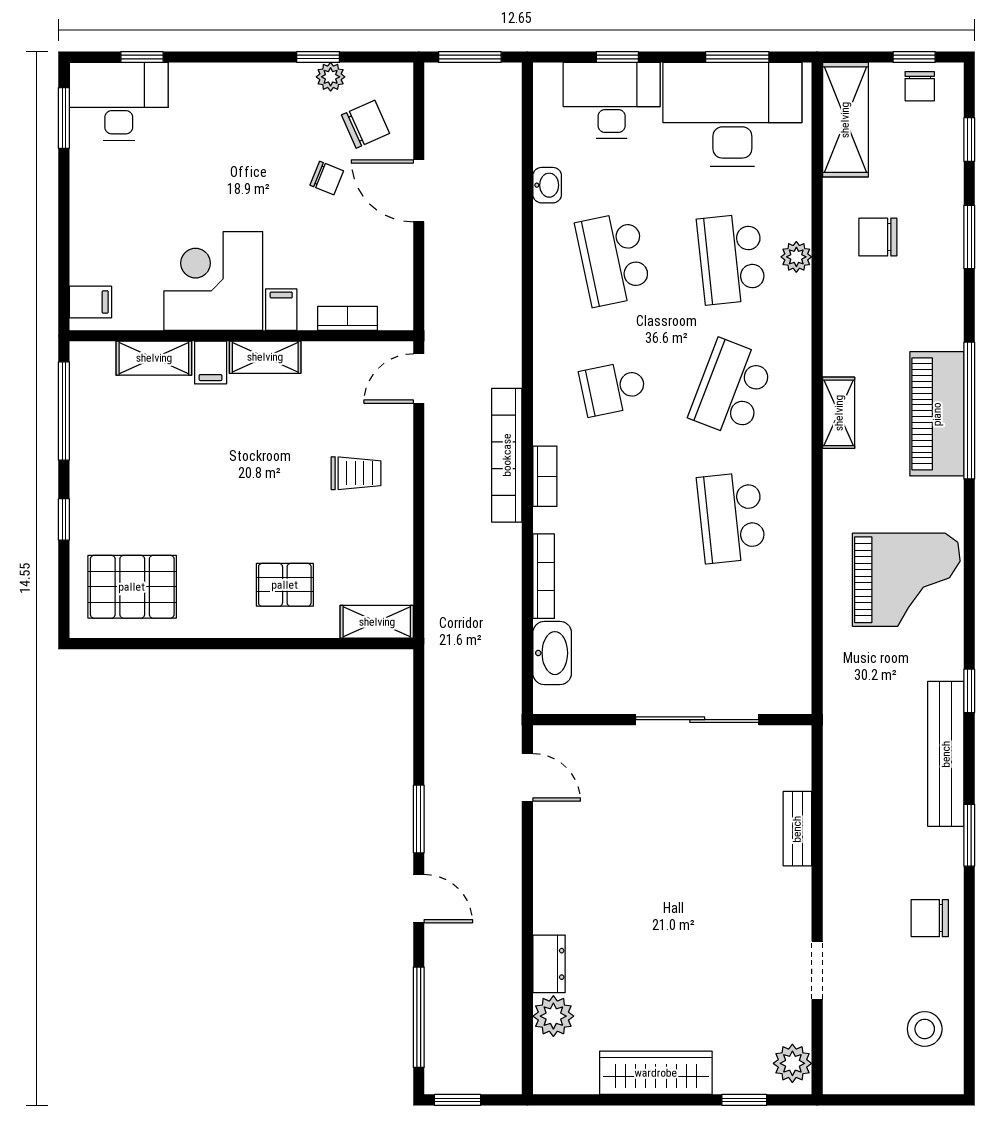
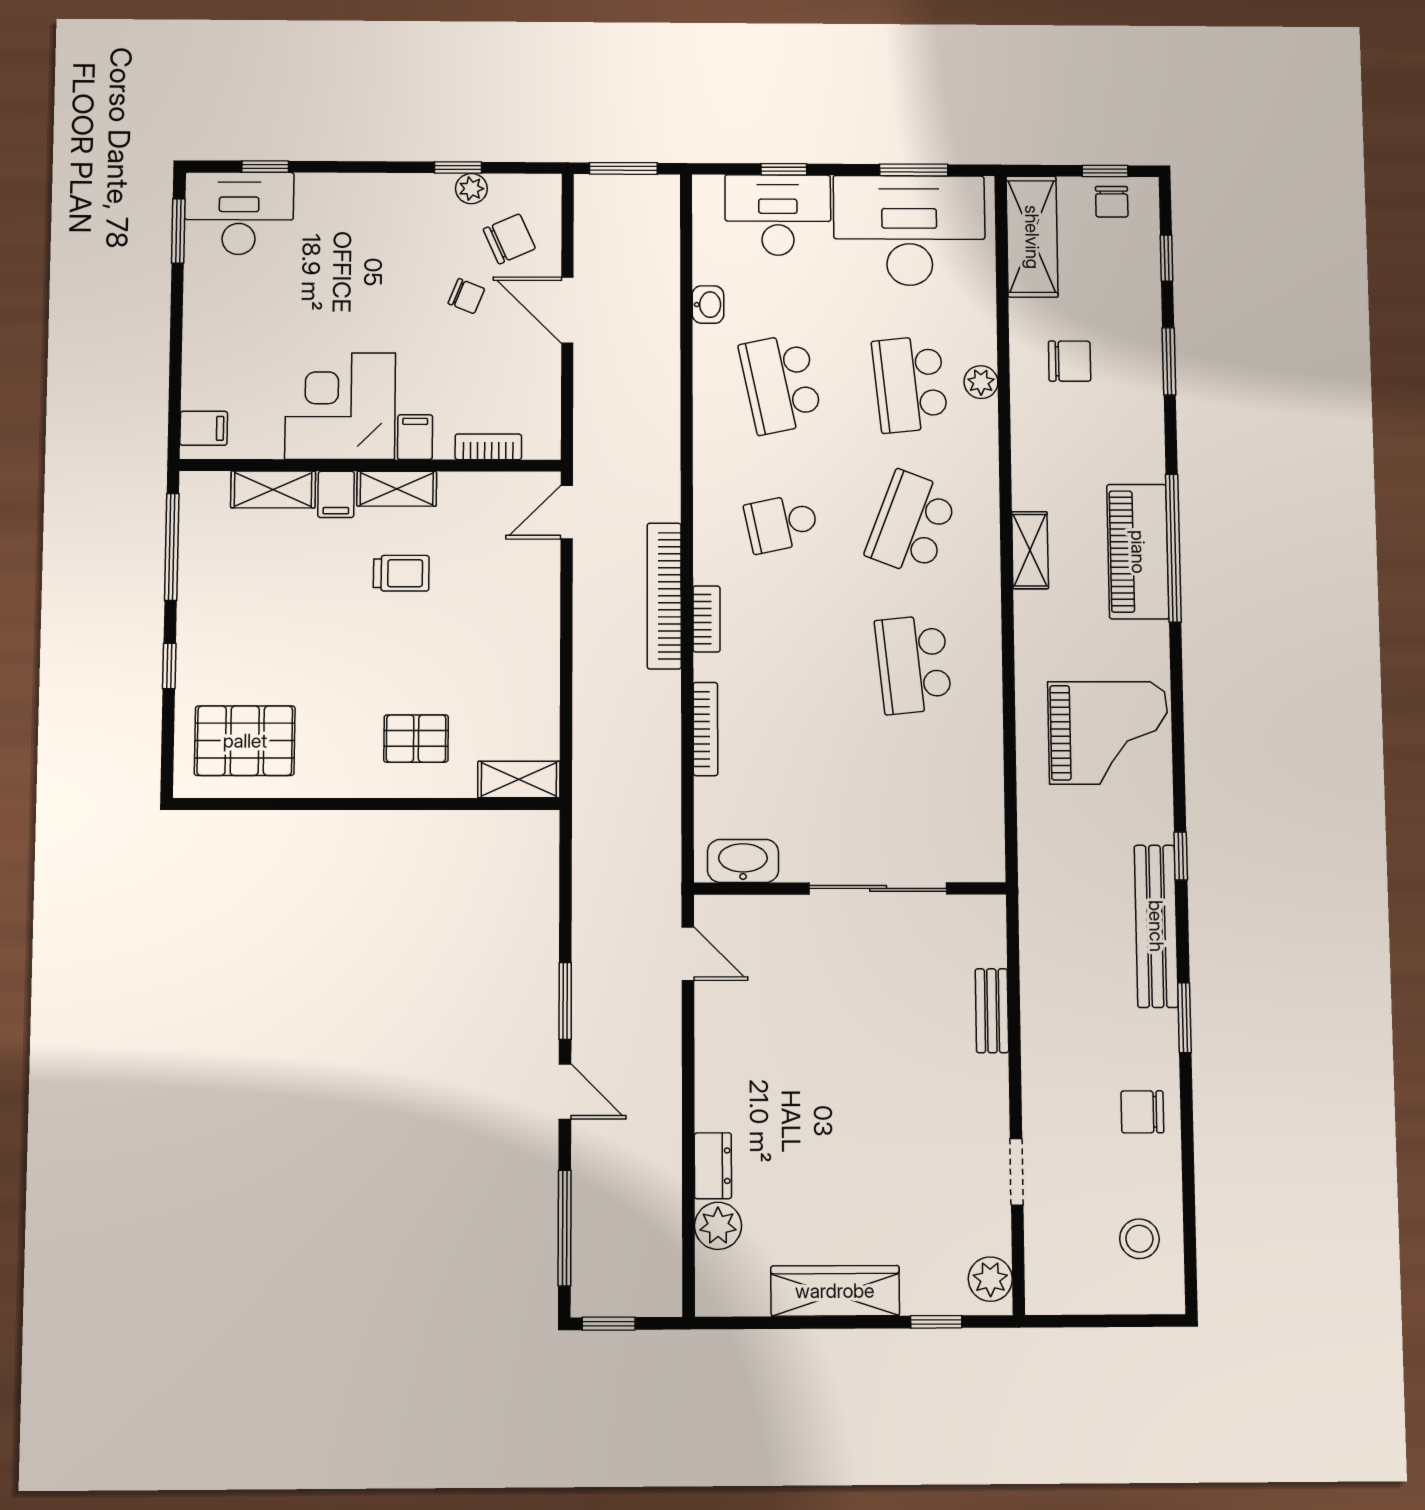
chair: (878, 237) -> (1070, 361), turned 180
trolley: (356, 473) -> (401, 573), moved
washbasin: (552, 653) -> (743, 861), moved, turned -90

